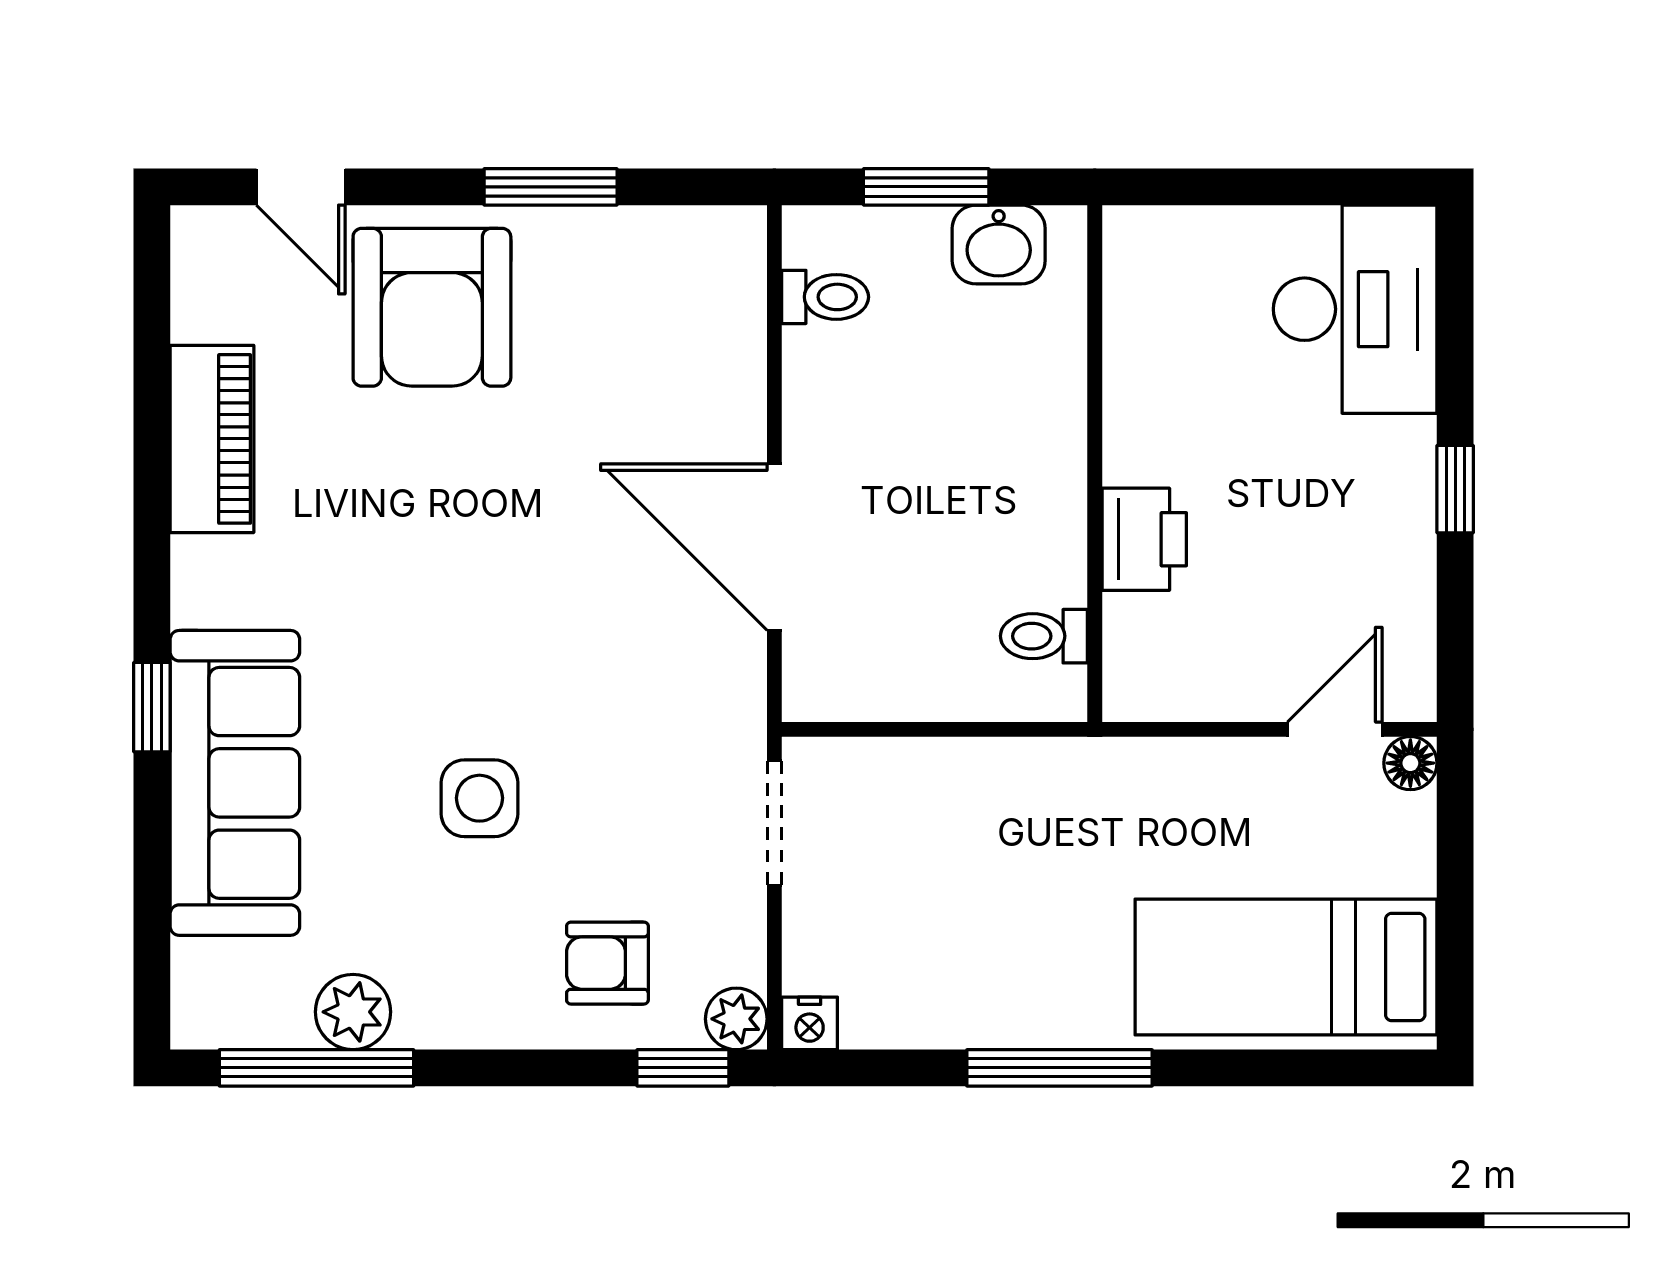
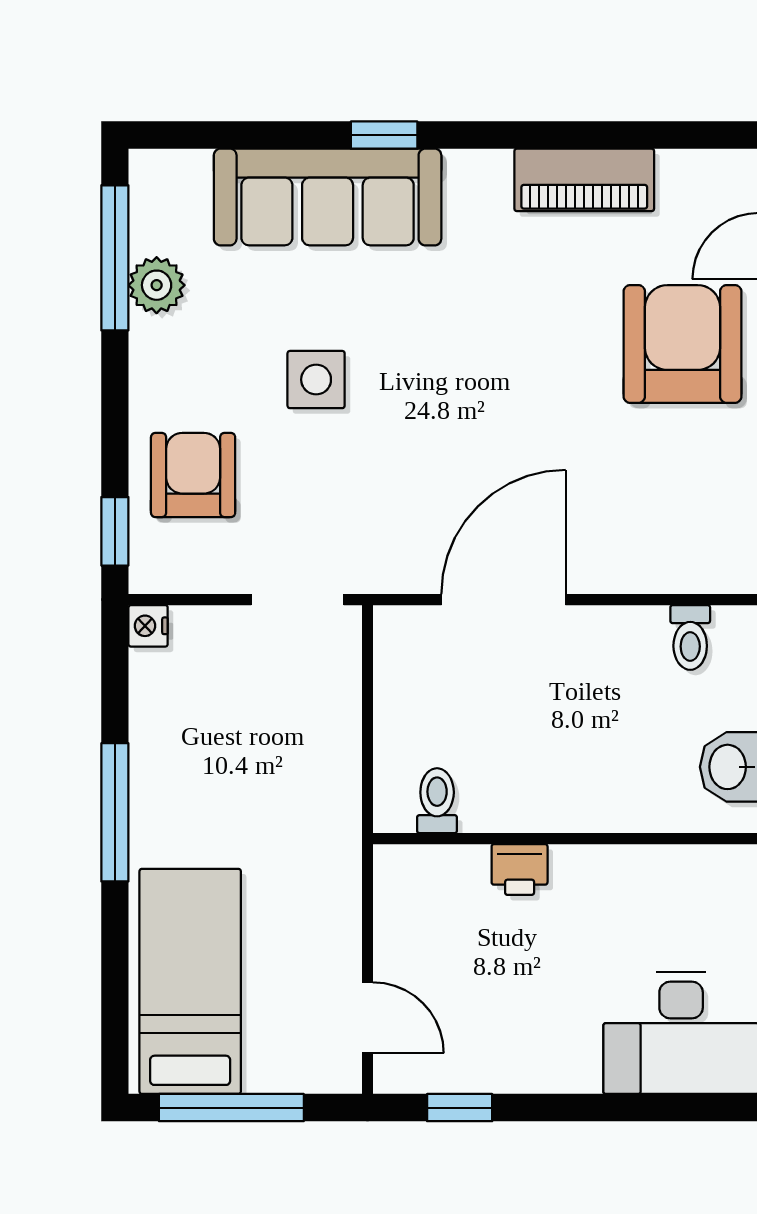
armchair: (432, 307) -> (683, 344), turned 90
window: (1455, 489) -> (460, 1108), moved
printer: (1144, 539) -> (520, 869), width x0.73, depth x0.81
floor lamp: (1410, 763) -> (342, 1074), removed
window: (1455, 912) -> (231, 1108), added
armchair: (607, 963) -> (193, 475), width x1.38, depth x1.38
plant: (736, 1019) -> (151, 571), removed

